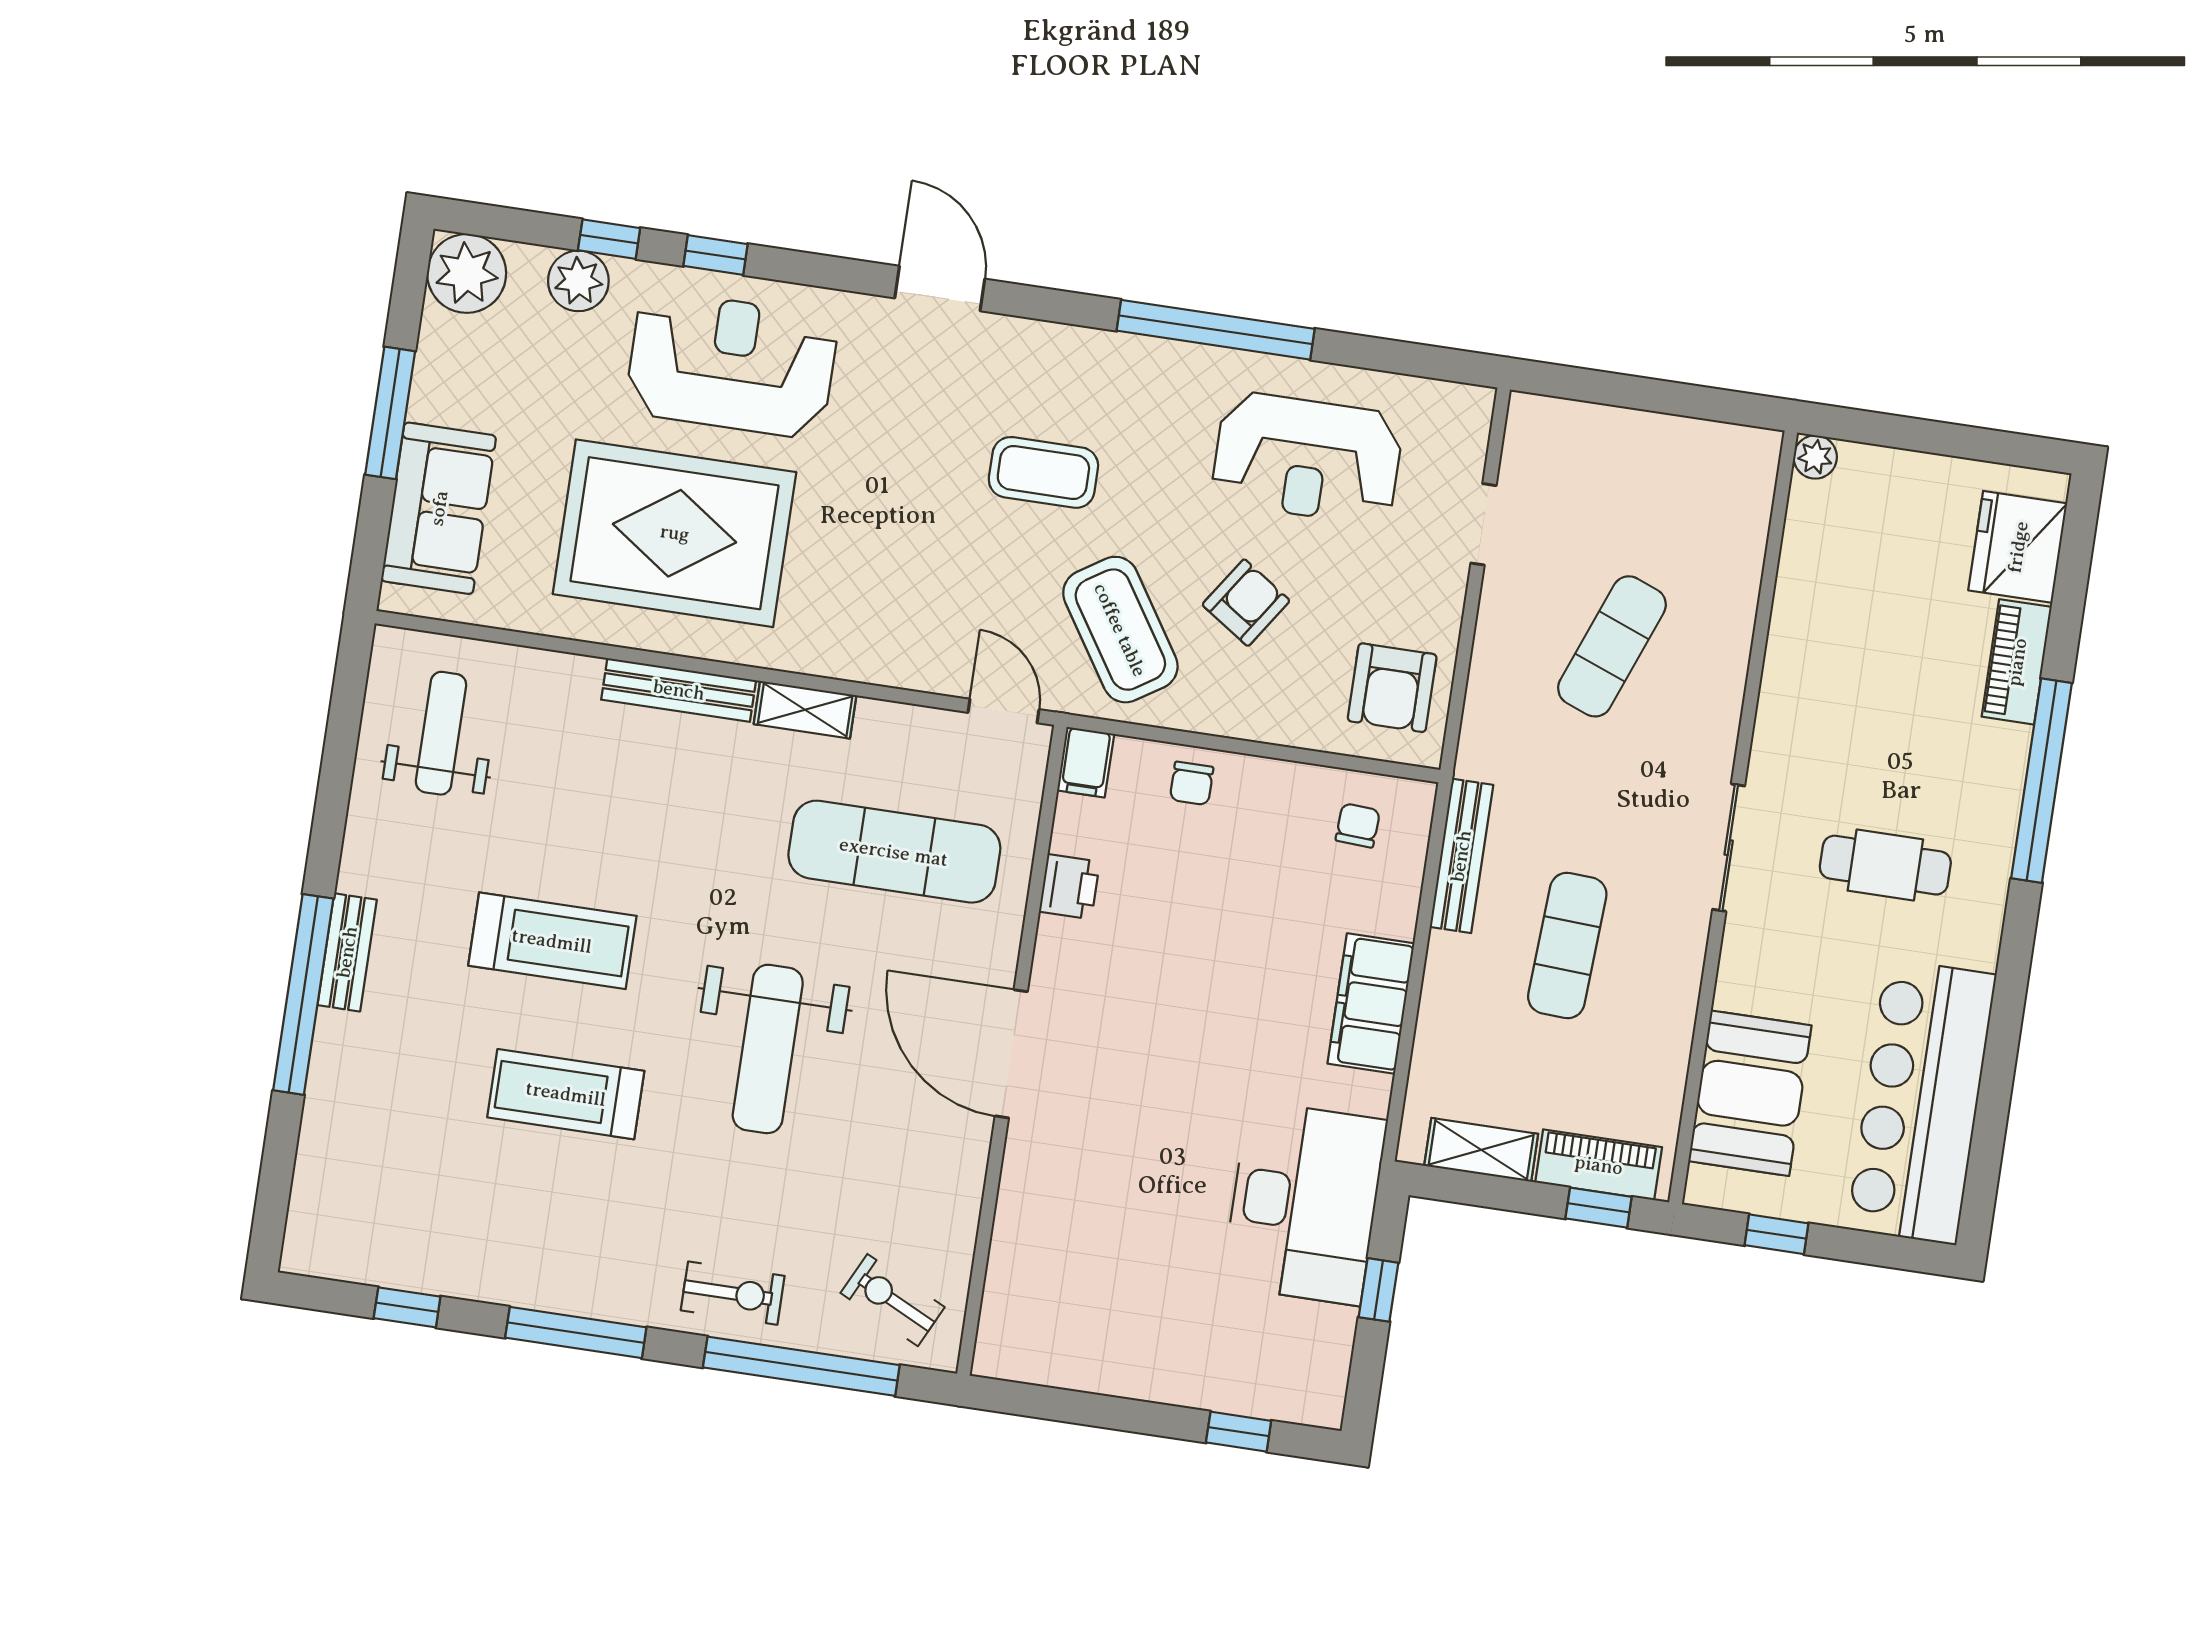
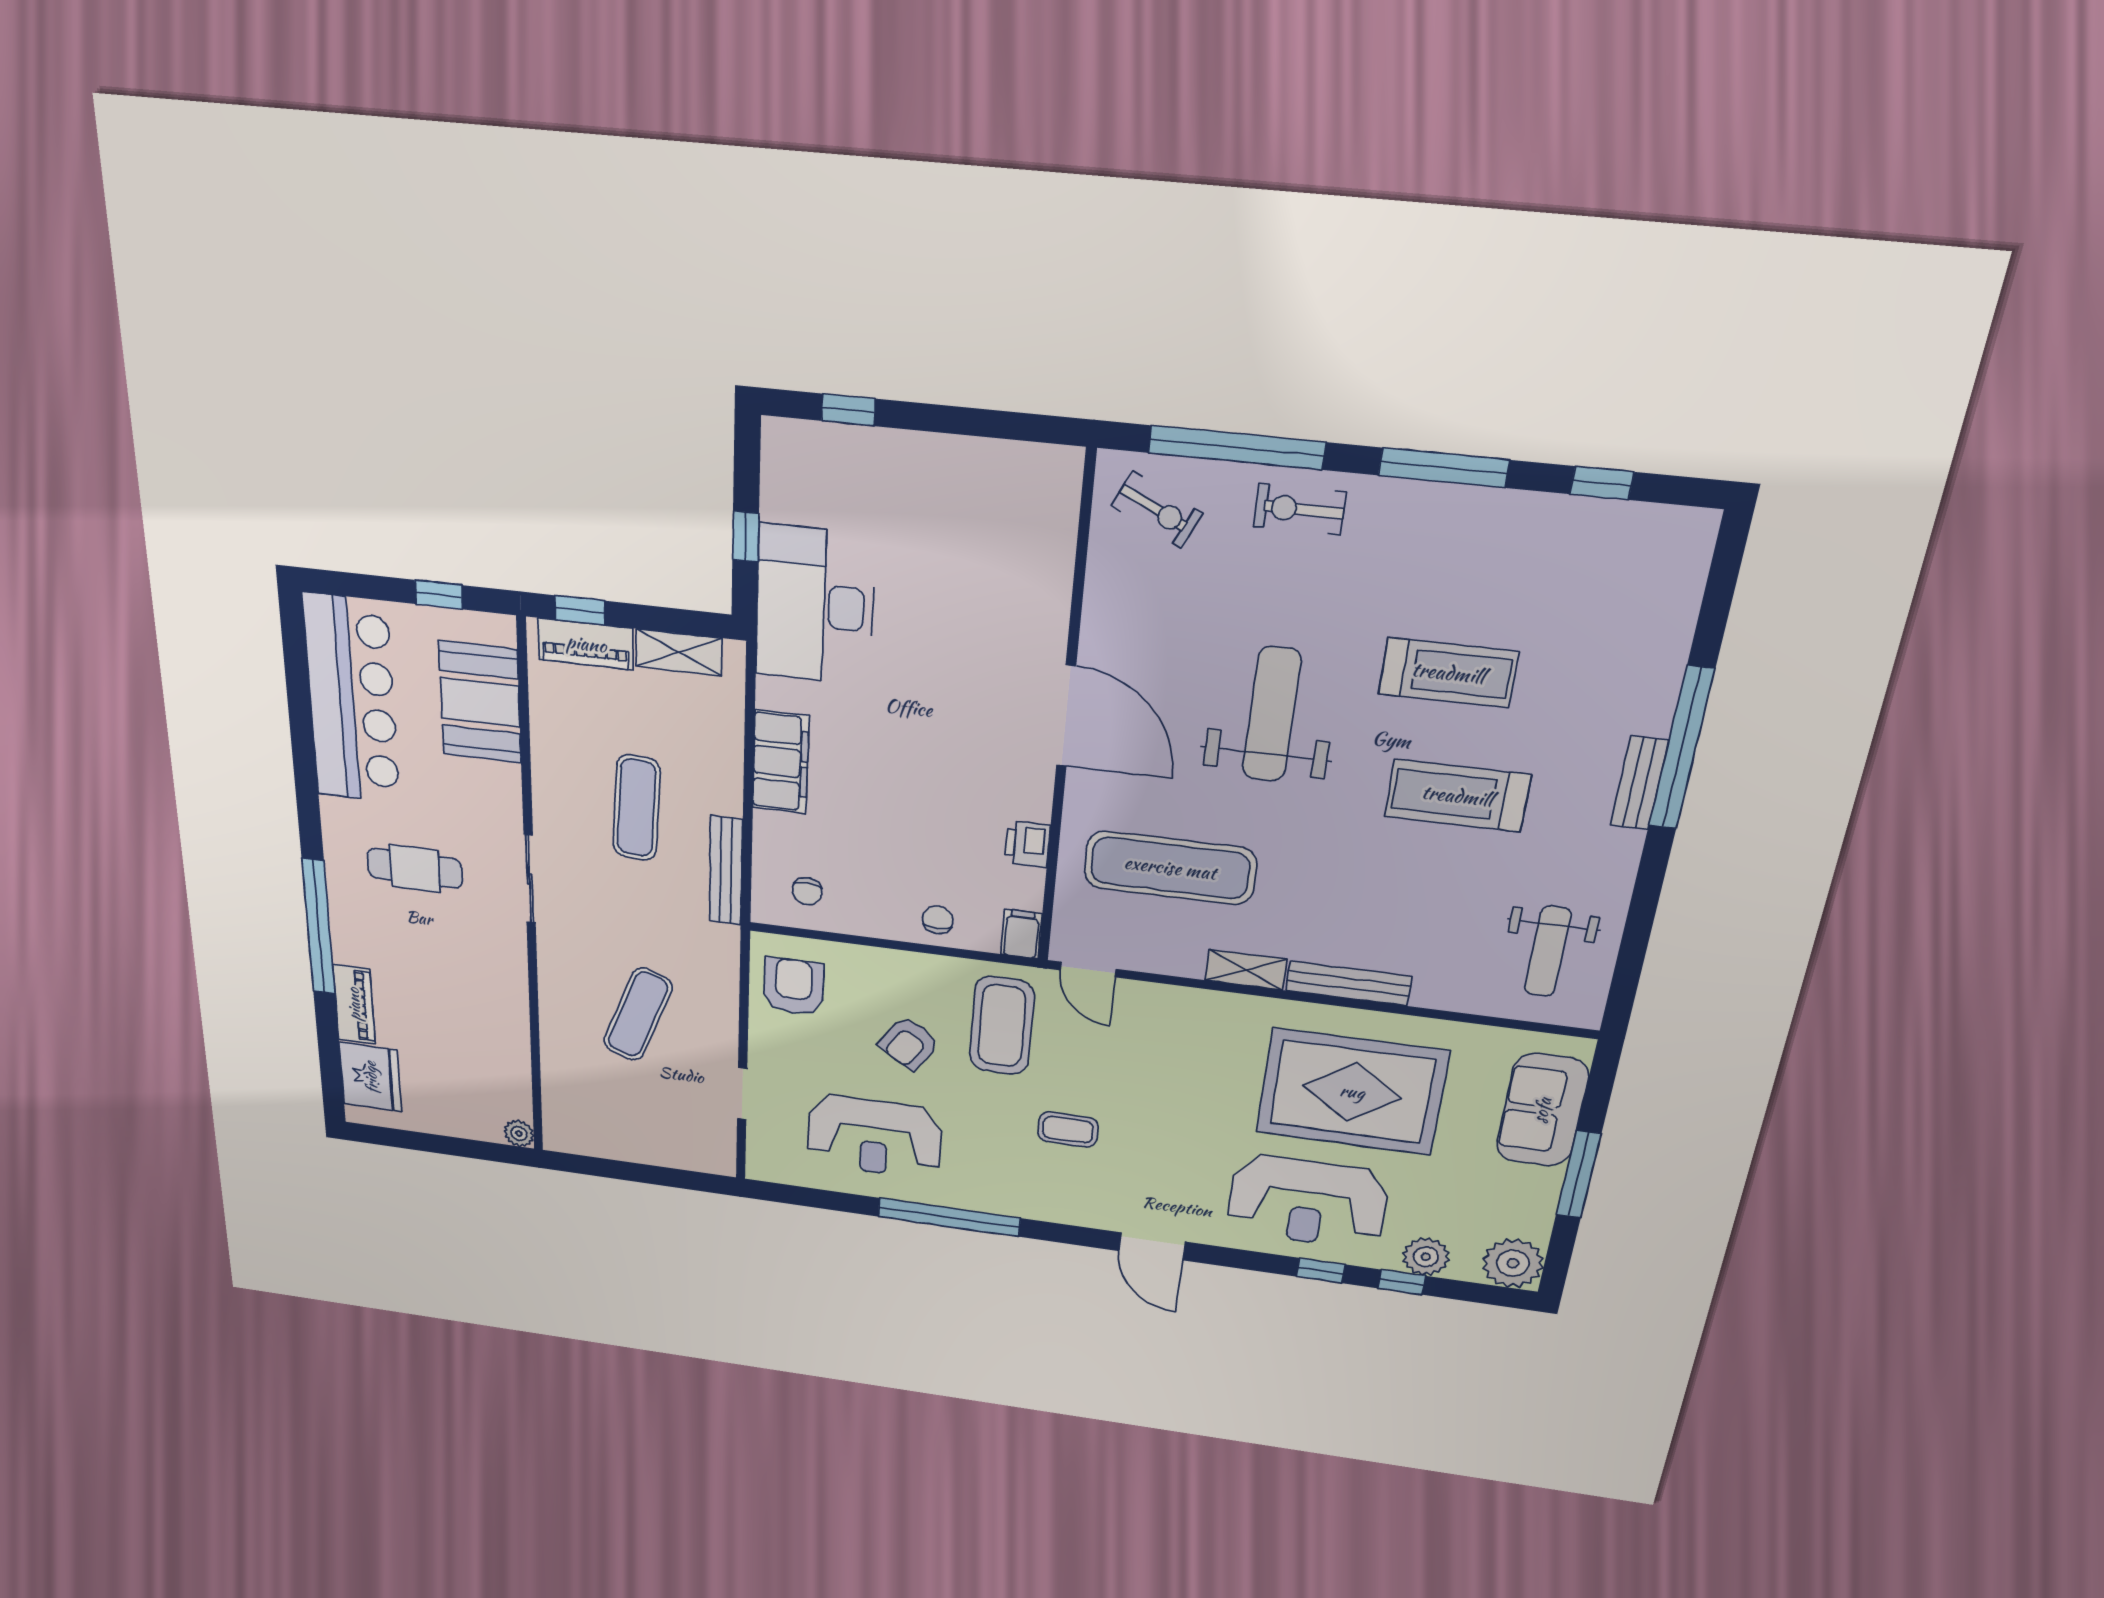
reception desk: (1307, 458) -> (874, 1137), turned 180
coffee table: (1043, 472) -> (1068, 1130), width x0.73, depth x0.77
coffee table: (1120, 630) -> (1002, 1026), turned 33

